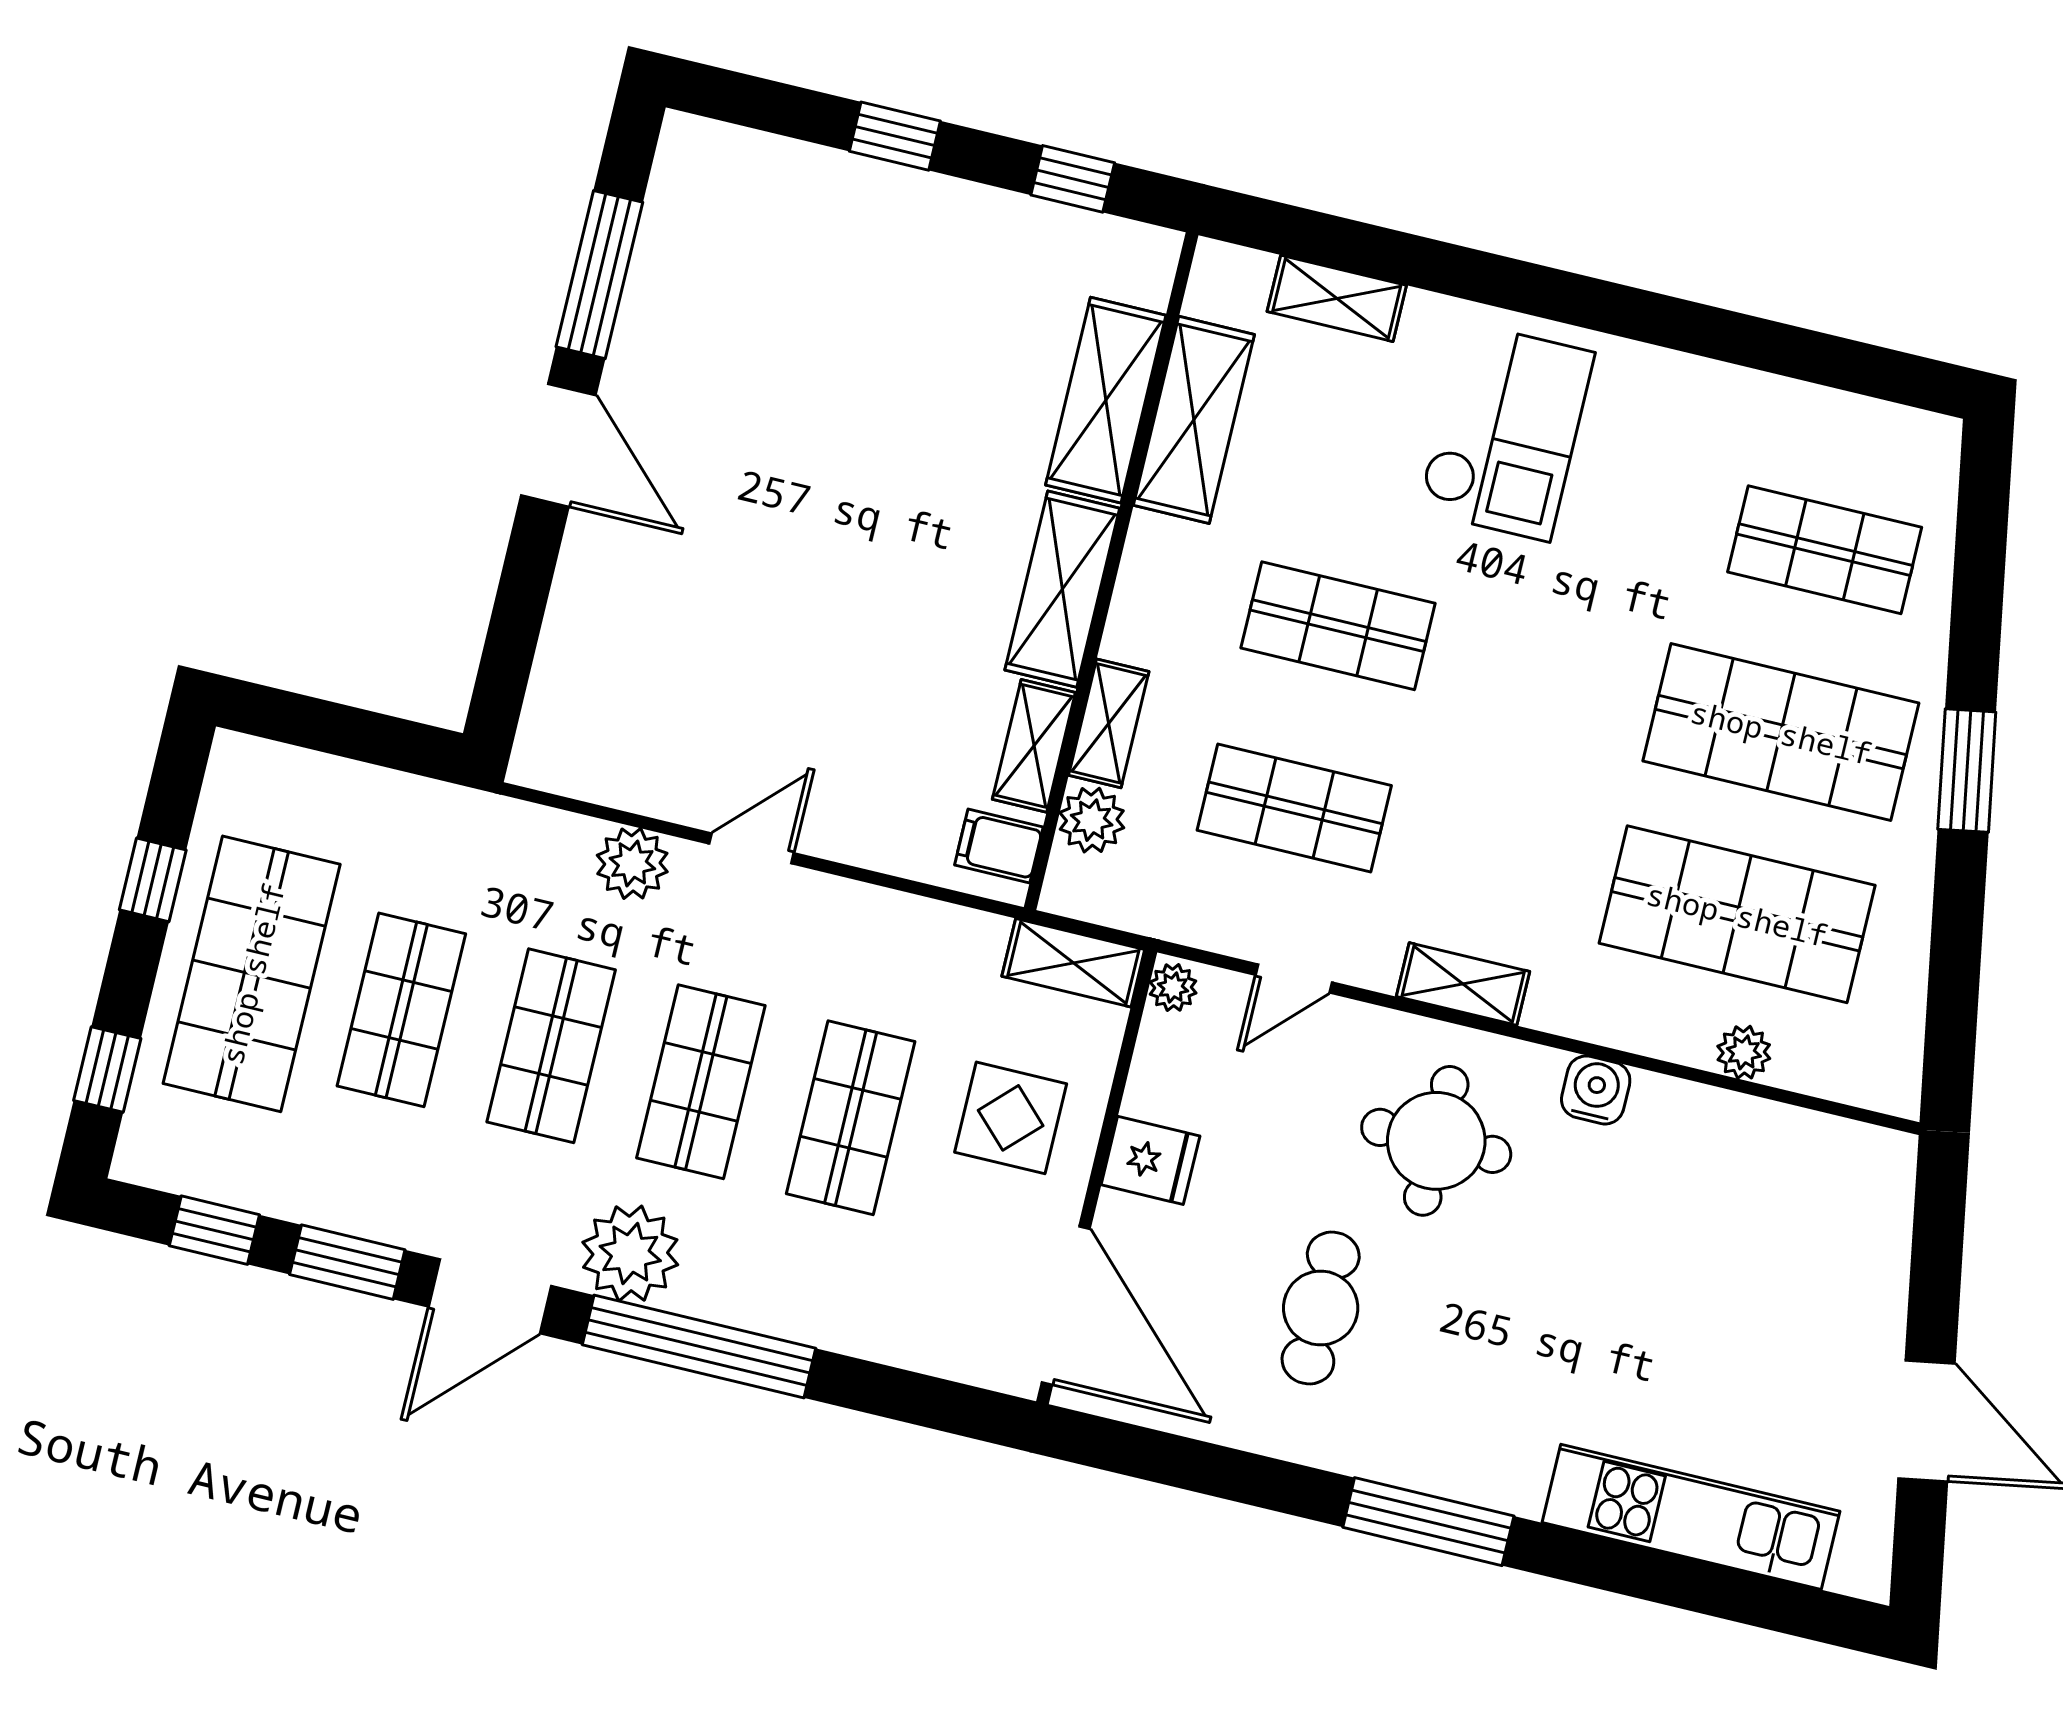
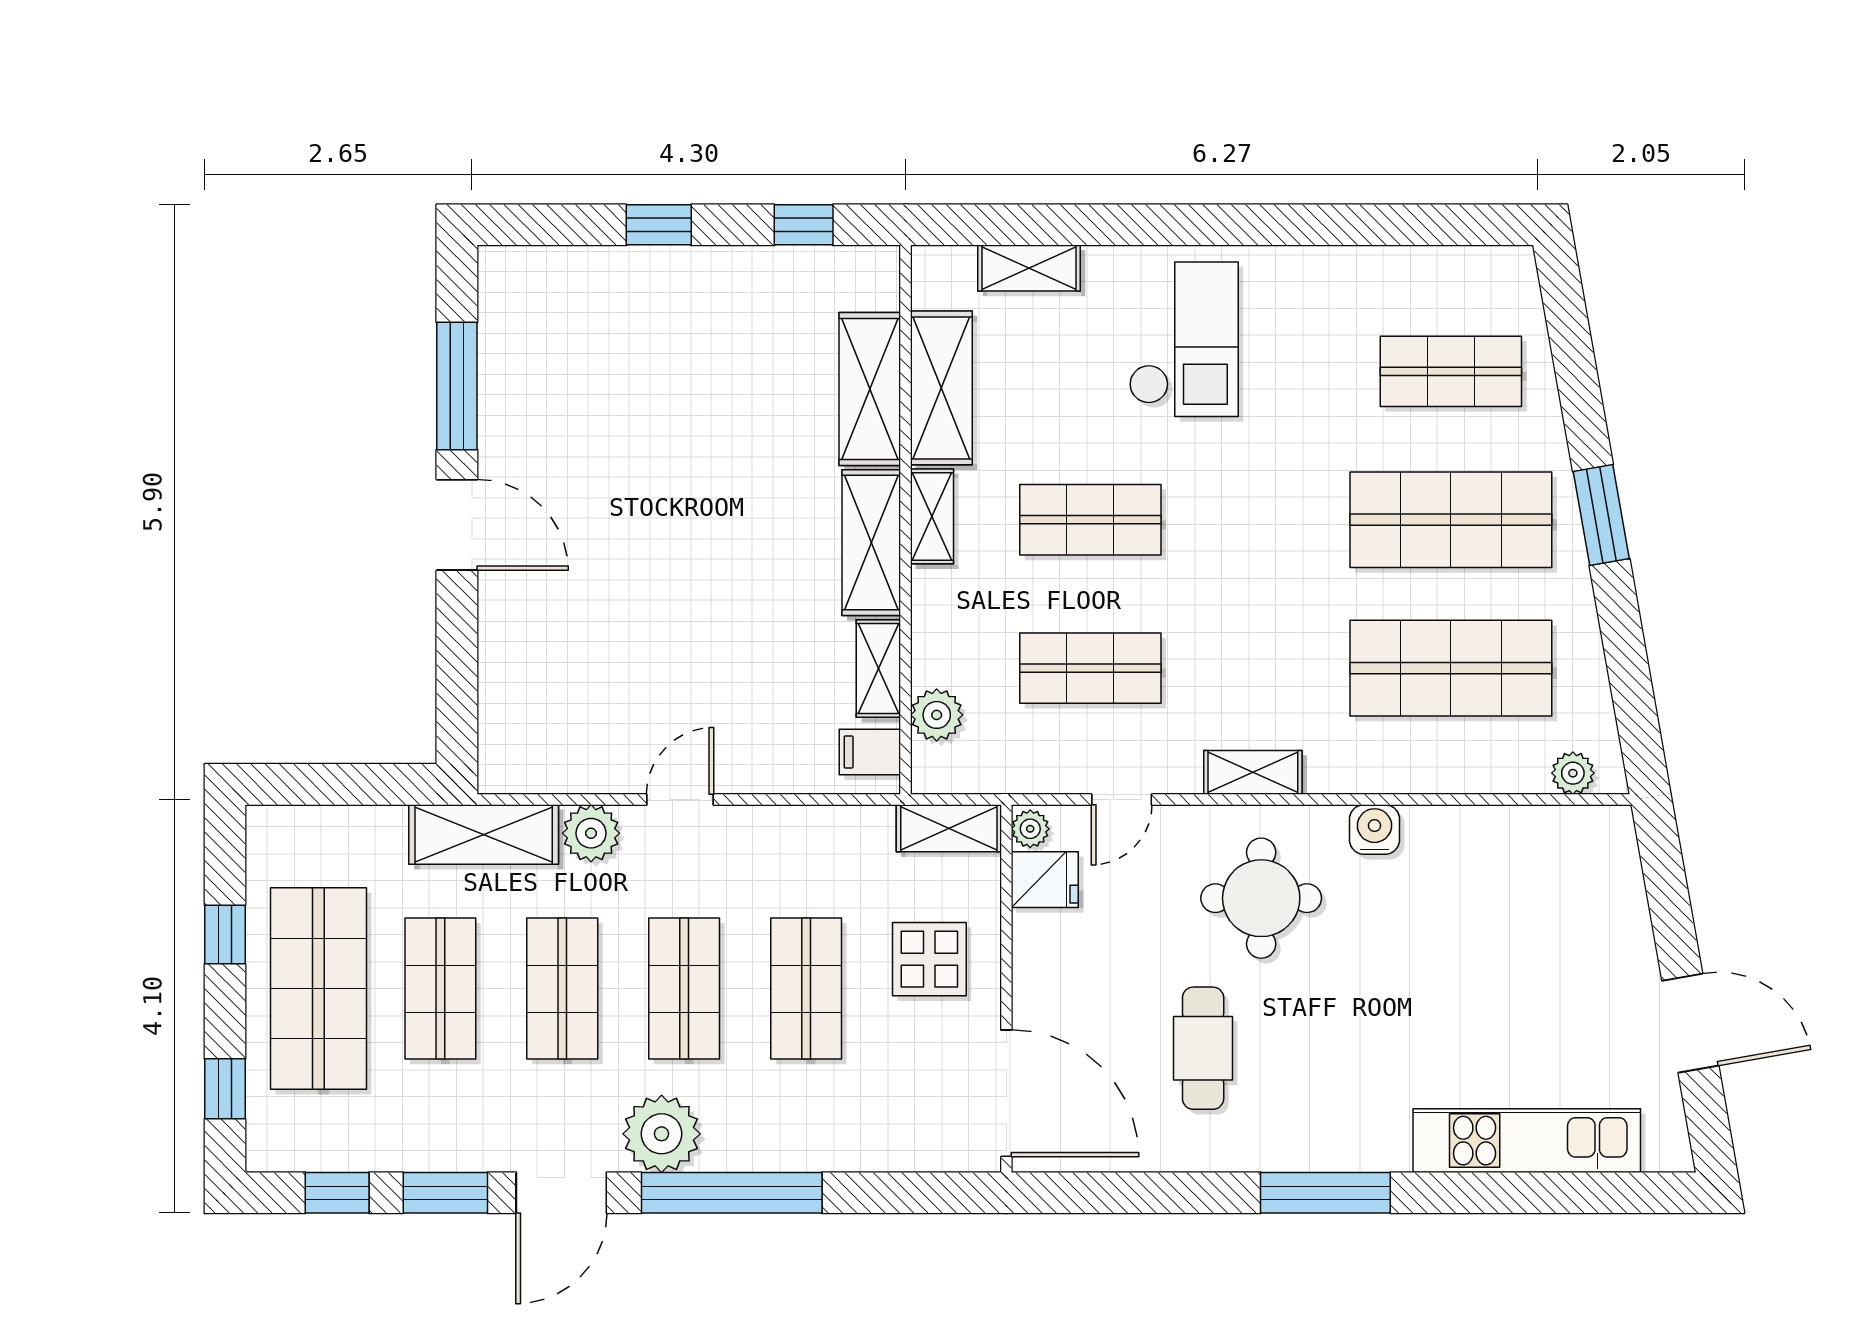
shelving: (1109, 723) -> (932, 516), moved
shelving: (500, 833) -> (484, 834), added
plant: (1744, 1052) -> (1573, 773), moved
fridge: (1150, 1160) -> (1045, 880), moved

